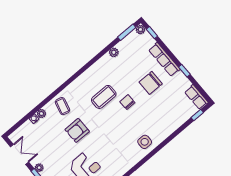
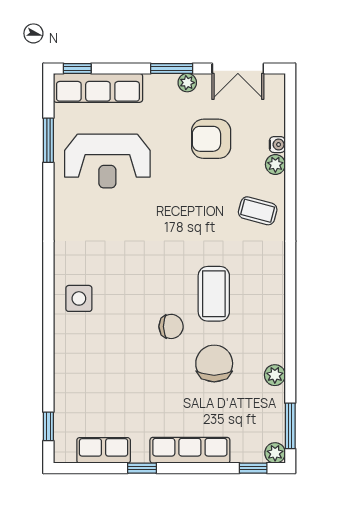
chair: (151, 83) -> (214, 363), moved
row of seats: (196, 97) -> (104, 450), moved
armchair: (77, 130) -> (211, 139), moved, turned -90

